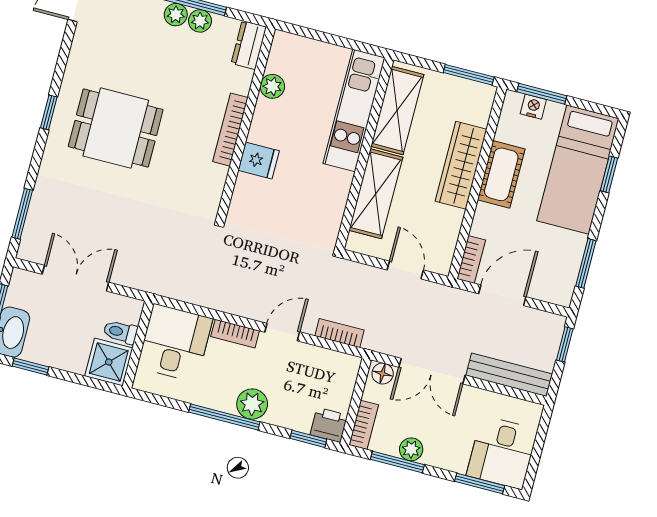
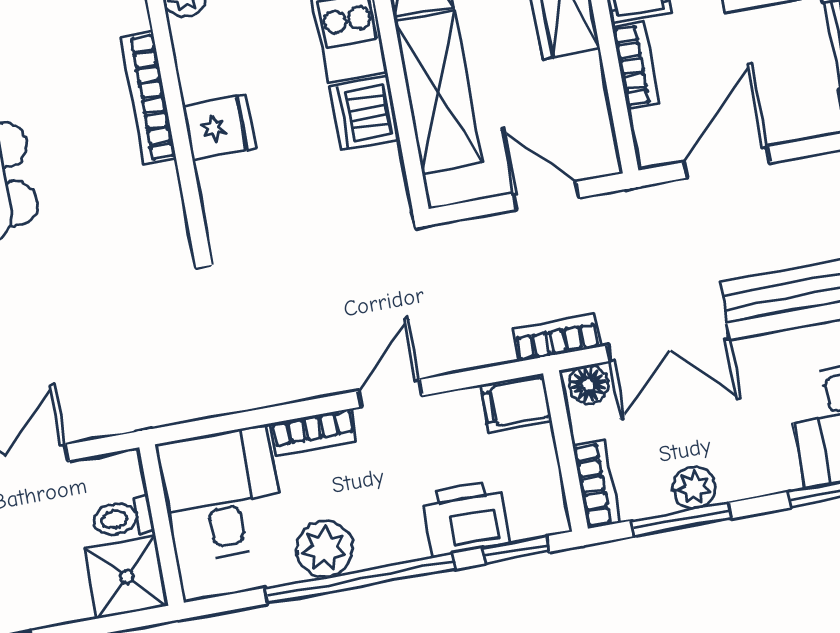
dishwasher: (334, 187) -> (364, 113), added
bookcase: (471, 259) -> (636, 65), moved
bookcase: (340, 333) -> (557, 338), moved
filing cabinet: (342, 366) -> (516, 403), added
plant: (252, 404) -> (325, 549), moved
window: (224, 417) -> (360, 578), width x1.46
printer: (329, 425) -> (465, 518), moved, width x1.36, depth x1.24

